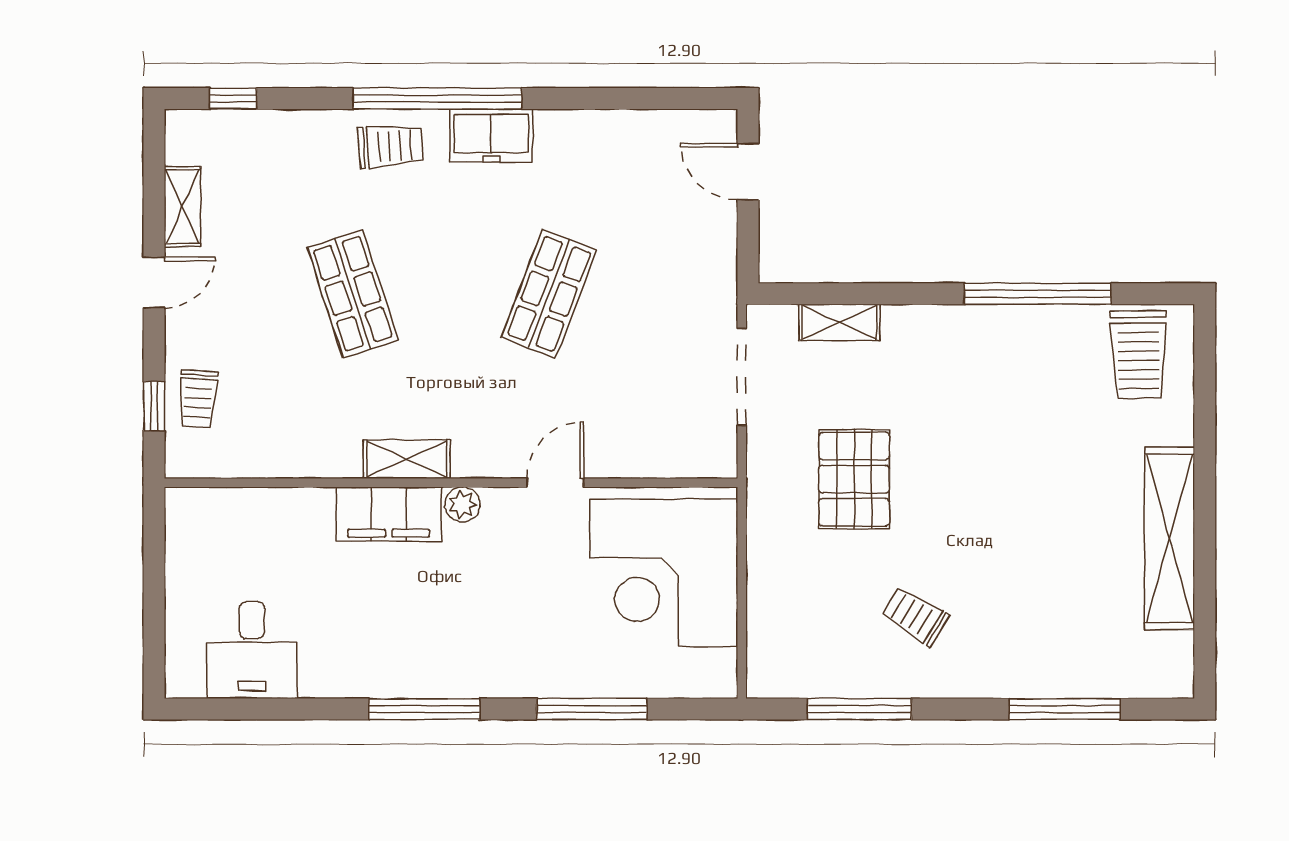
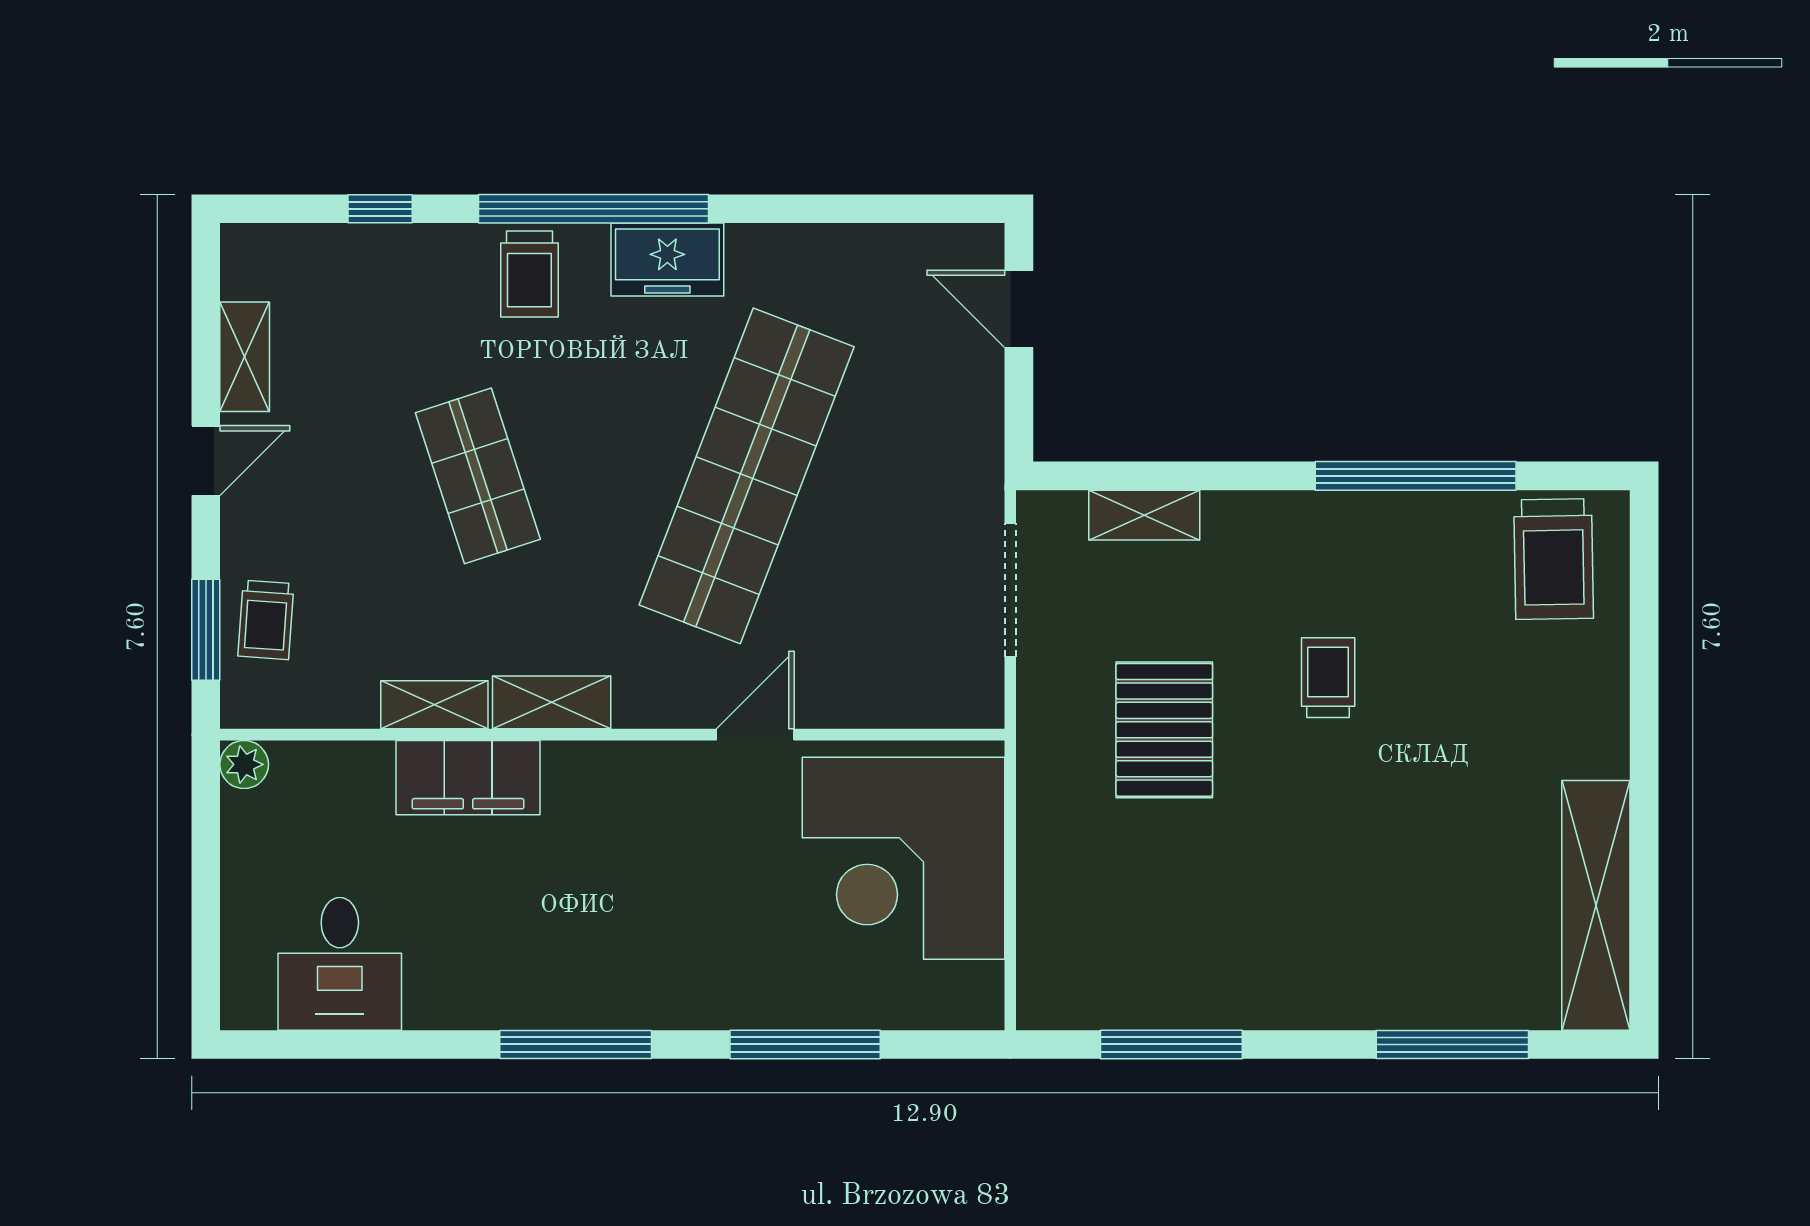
window: (233, 99) -> (380, 209), moved
trolley: (390, 146) -> (529, 274), turned 94
shop shelf: (549, 294) -> (747, 476), width x2.00, depth x1.36
window: (154, 406) -> (206, 630), width x1.50
shelving: (321, 461) -> (434, 705), added
plant: (462, 504) -> (244, 764), moved
filing cabinet: (389, 514) -> (468, 778), moved
shelving: (1169, 538) -> (1596, 905), moved
trolley: (915, 616) -> (1328, 678), moved, turned 58

